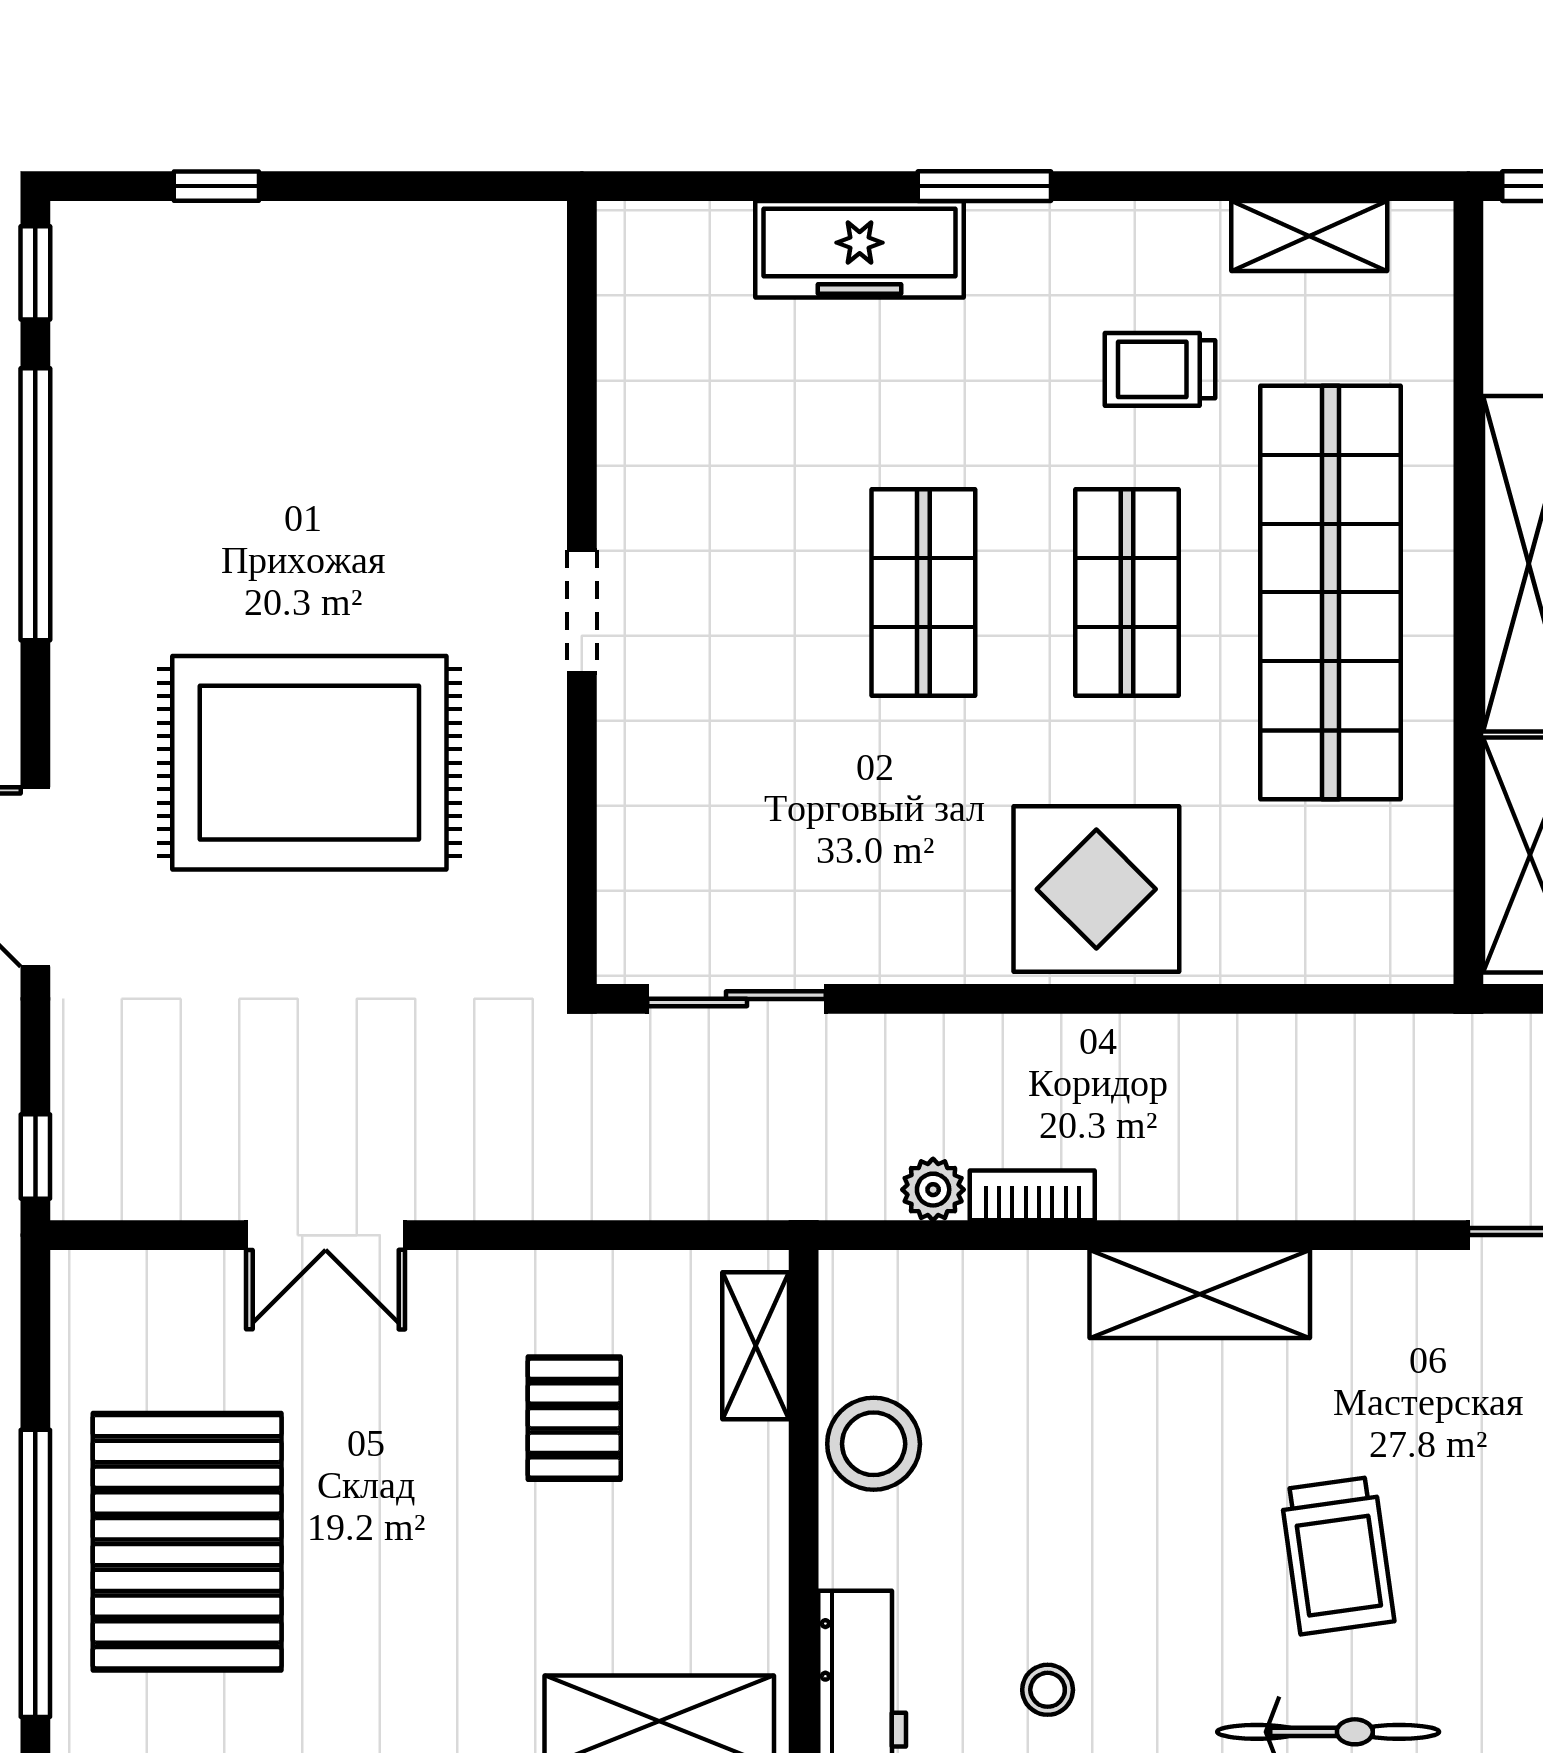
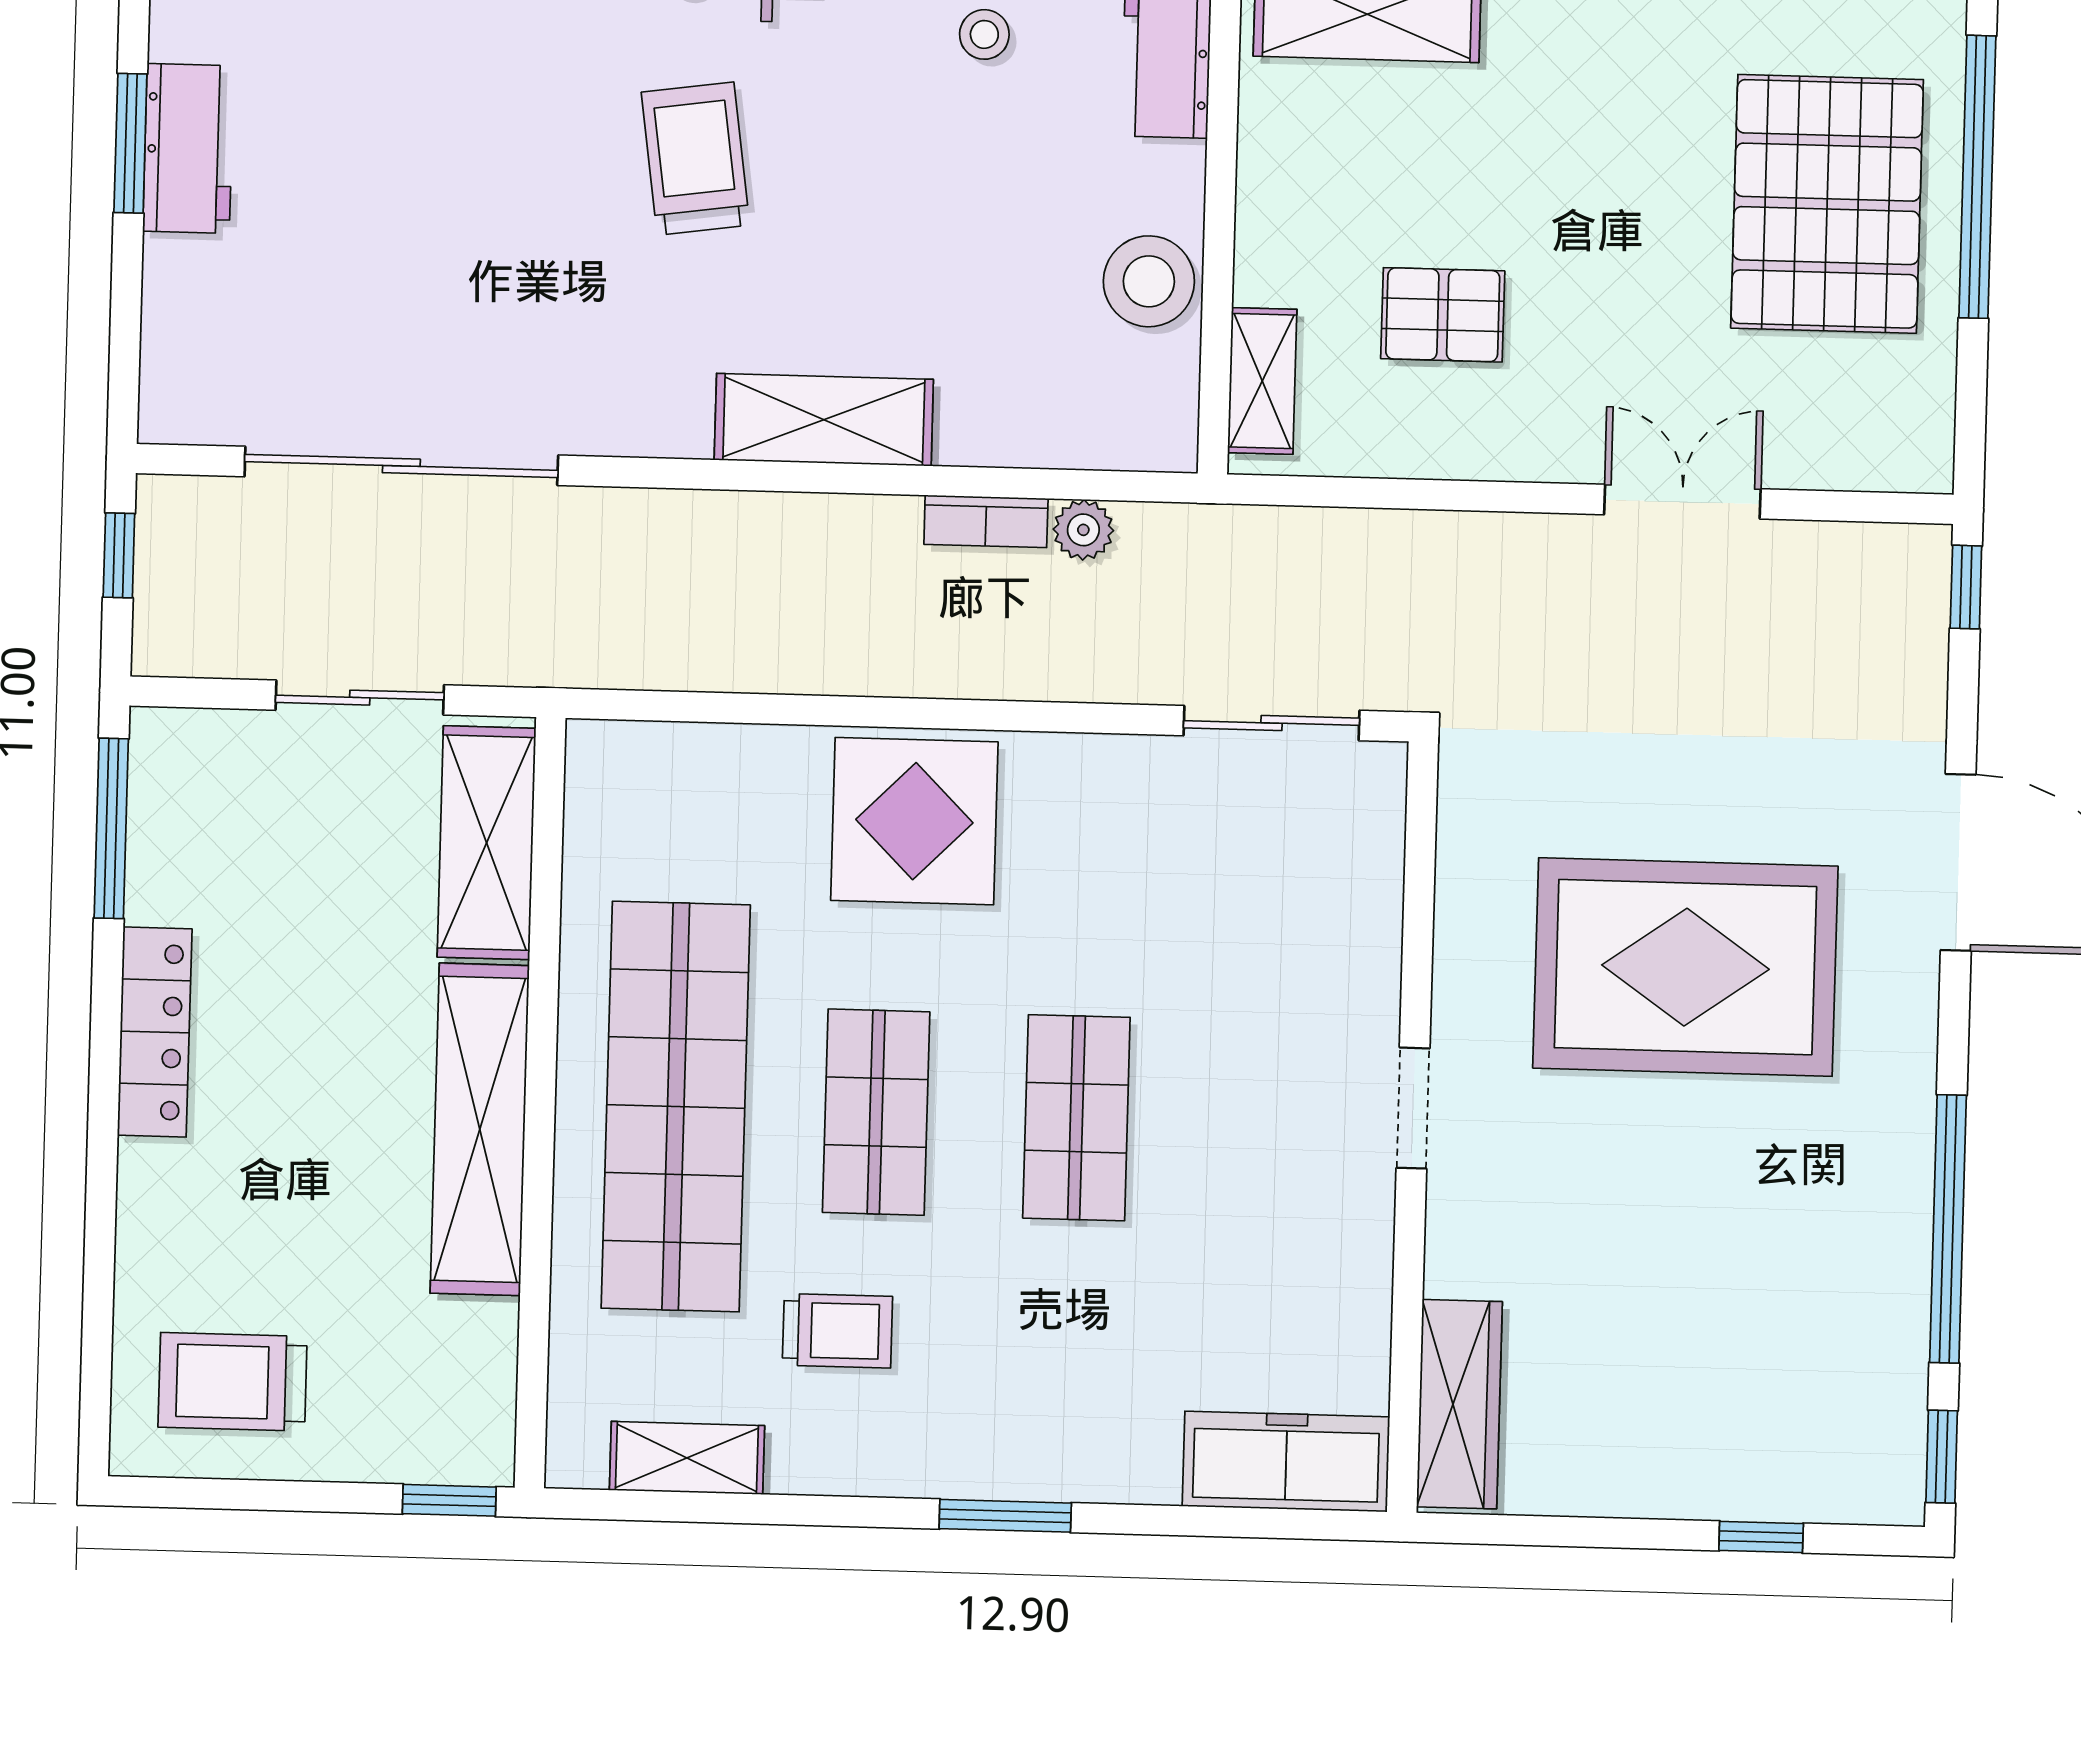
freezer: (860, 249) -> (1286, 1462), moved
wardrobe: (526, 312) -> (1459, 1404), added
pallet: (574, 1418) -> (1443, 315), turned 90

